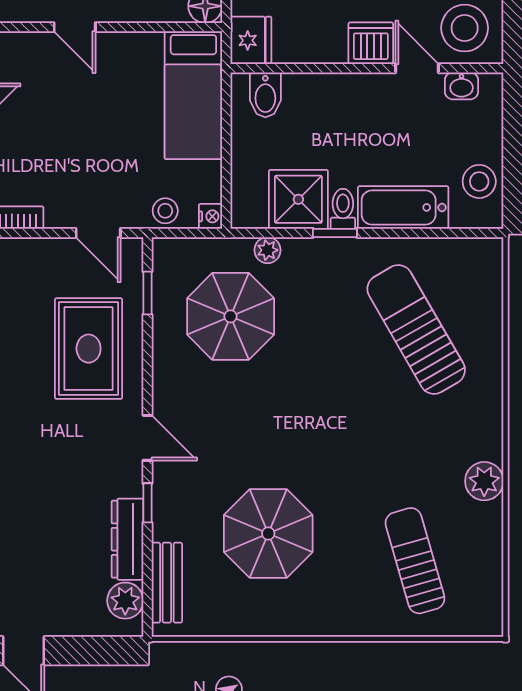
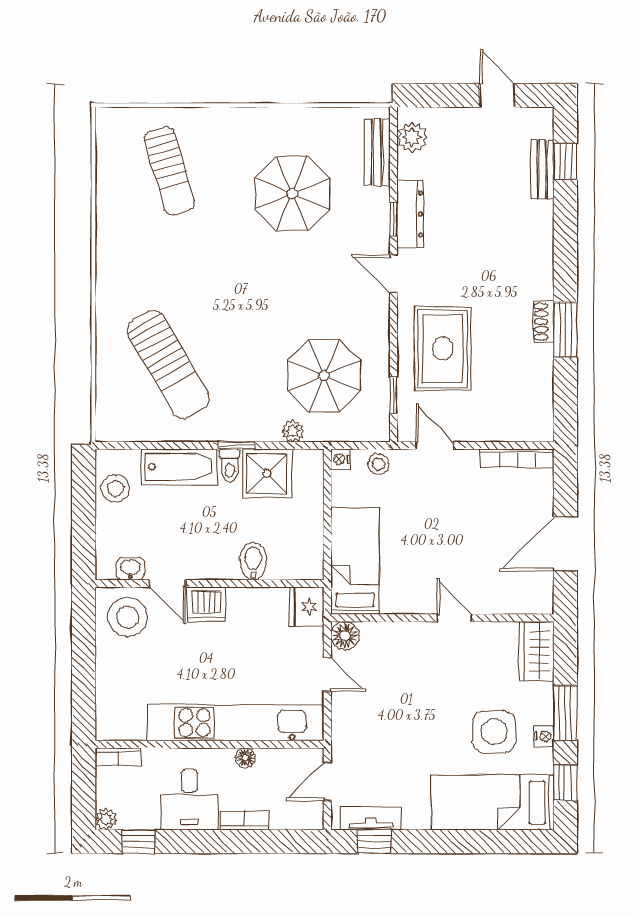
bidet: (265, 95) -> (253, 561), moved
plant: (484, 481) -> (111, 237), removed
dresser: (127, 539) -> (410, 214), moved

